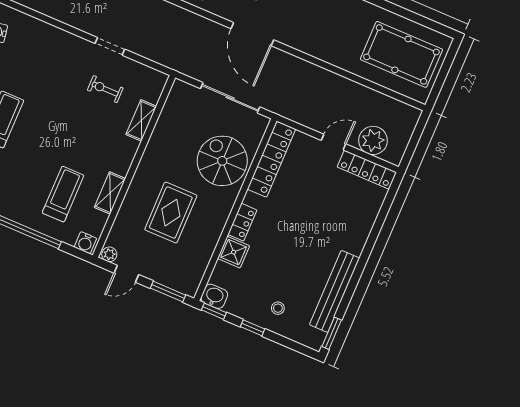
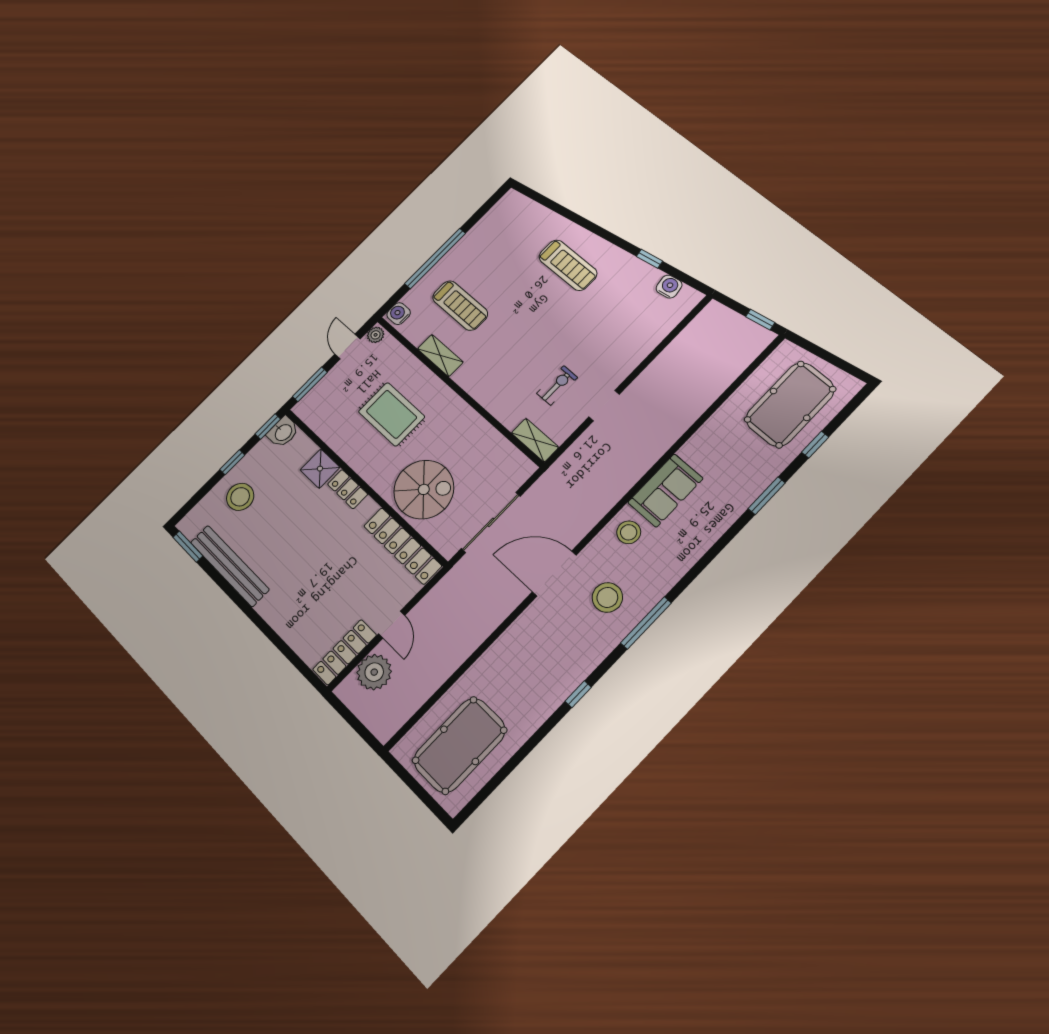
shelving: (141, 120) -> (535, 440), moved
stool: (278, 308) -> (240, 497), width x1.89, depth x1.89

